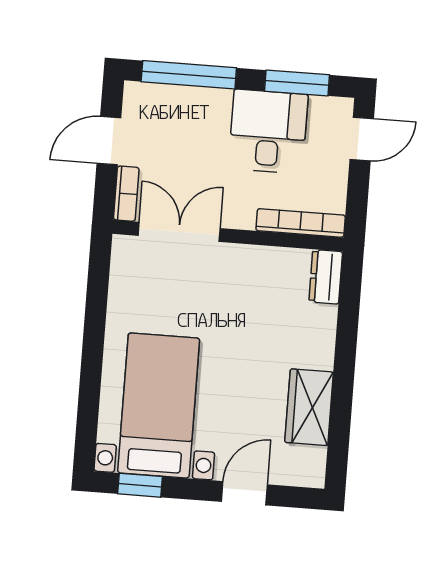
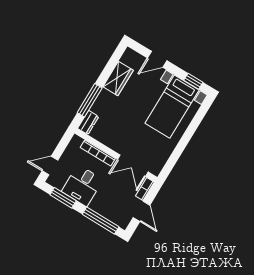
door: (109, 141) -> (141, 211), hinge flipped
bookcase: (301, 223) -> (98, 153), moved
window: (347, 327) -> (90, 100), added

